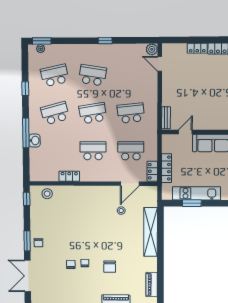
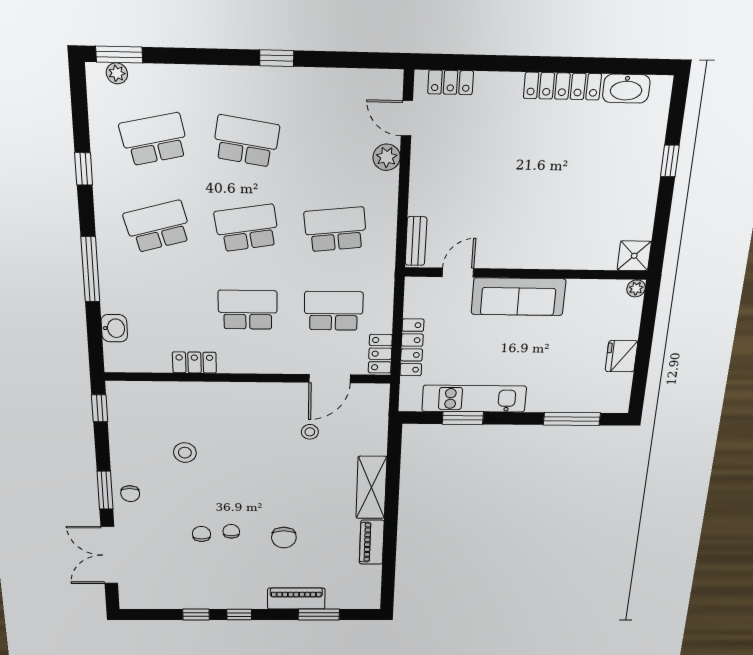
locker: (197, 48) -> (451, 82), moved
plant: (152, 49) -> (387, 157), moved
washbasin: (35, 141) -> (114, 328), moved
stool: (47, 194) -> (185, 453), moved
shelving: (151, 232) -> (371, 488), width x0.68
piano: (152, 285) -> (372, 542), moved

